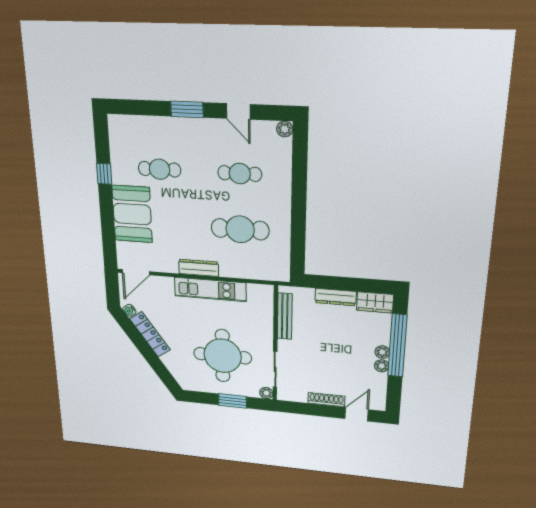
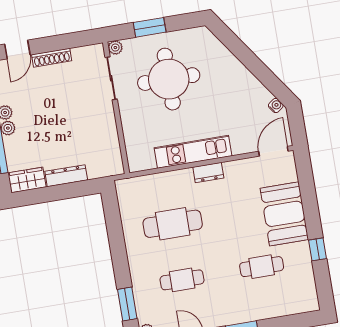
window: (300, 162) -> (127, 304), added
dresser: (199, 268) -> (208, 173), width x0.70
bench: (285, 316) -> (112, 142), removed
locker: (150, 334) -> (250, 83), removed

